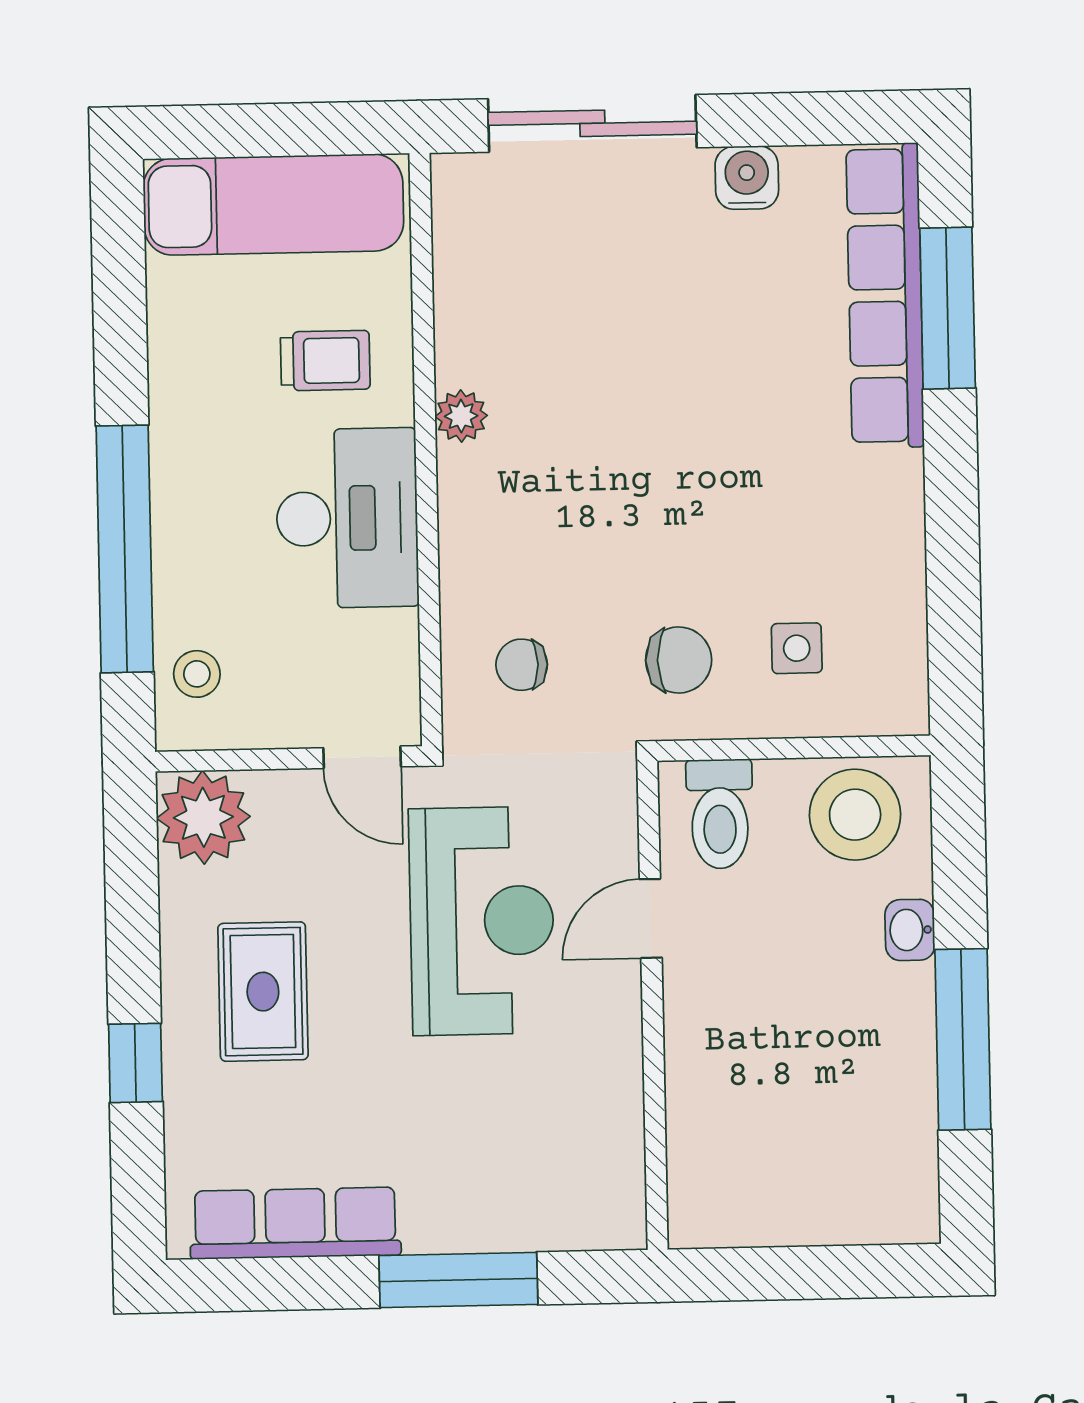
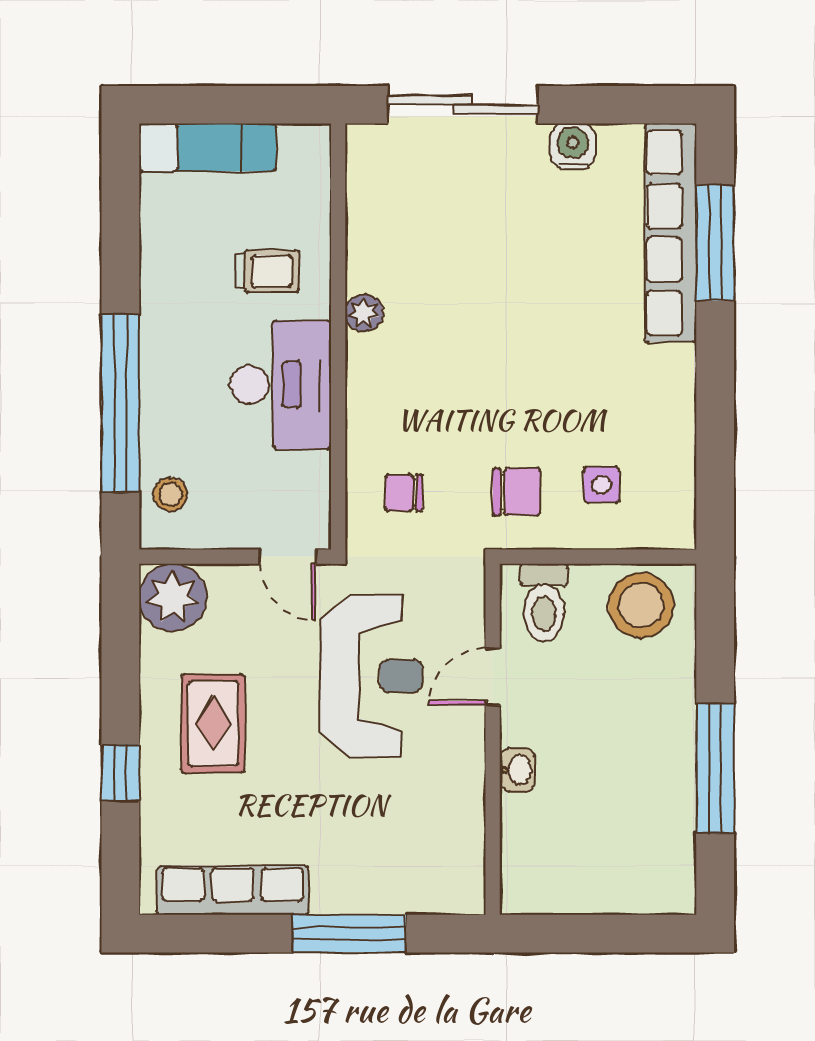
exam couch: (273, 205) -> (208, 147), width x0.73, depth x0.69
washbasin: (910, 930) -> (517, 770), moved, turned 180

